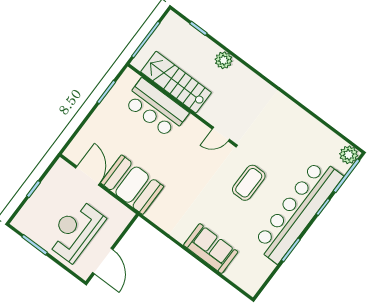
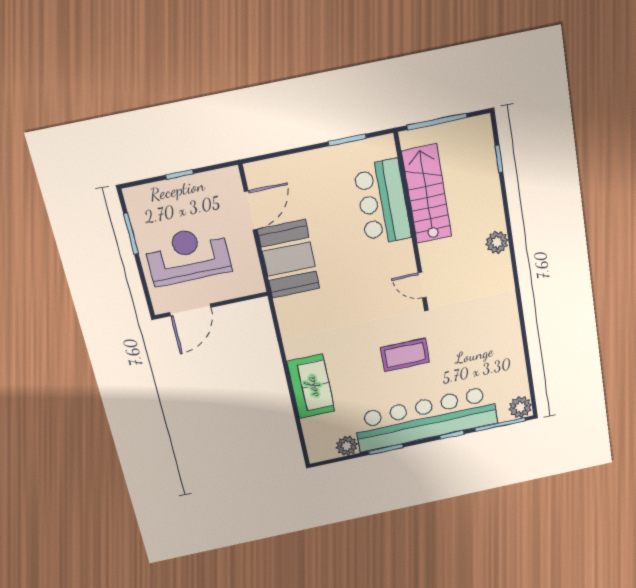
plant: (224, 60) -> (497, 242), moved
plant: (265, 268) -> (347, 446), added

